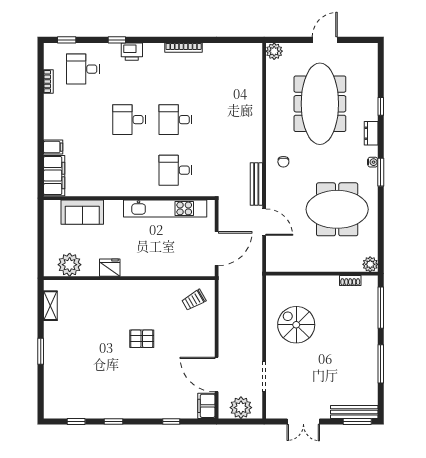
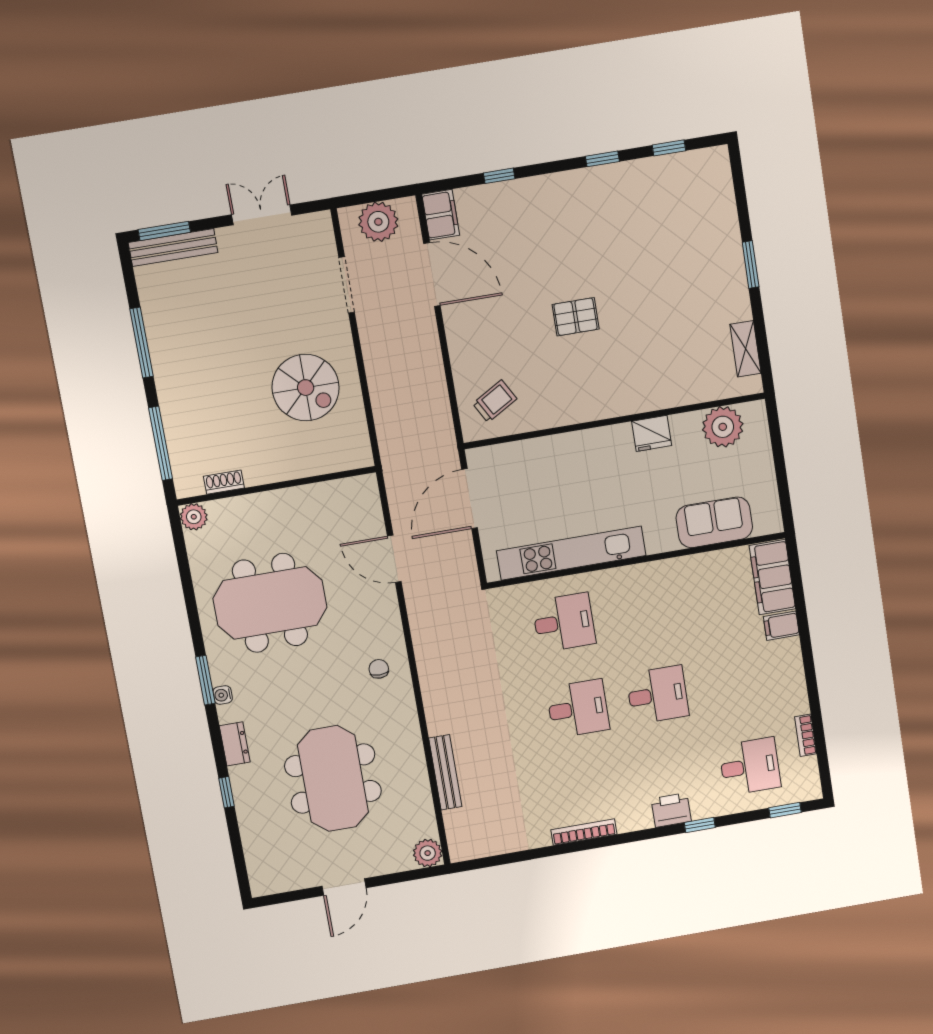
meeting table: (320, 104) -> (333, 779), width x0.73
bench: (256, 184) -> (445, 772), moved

